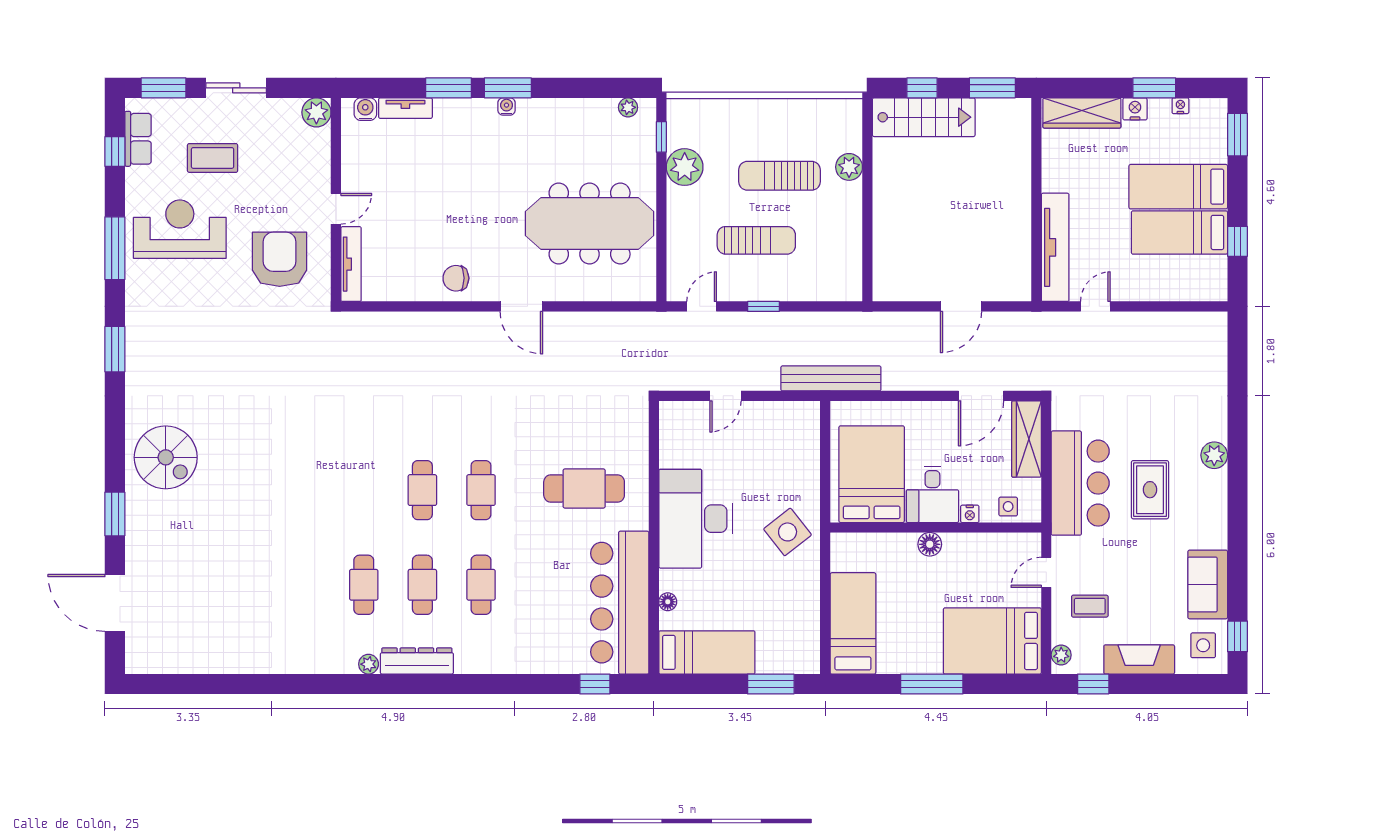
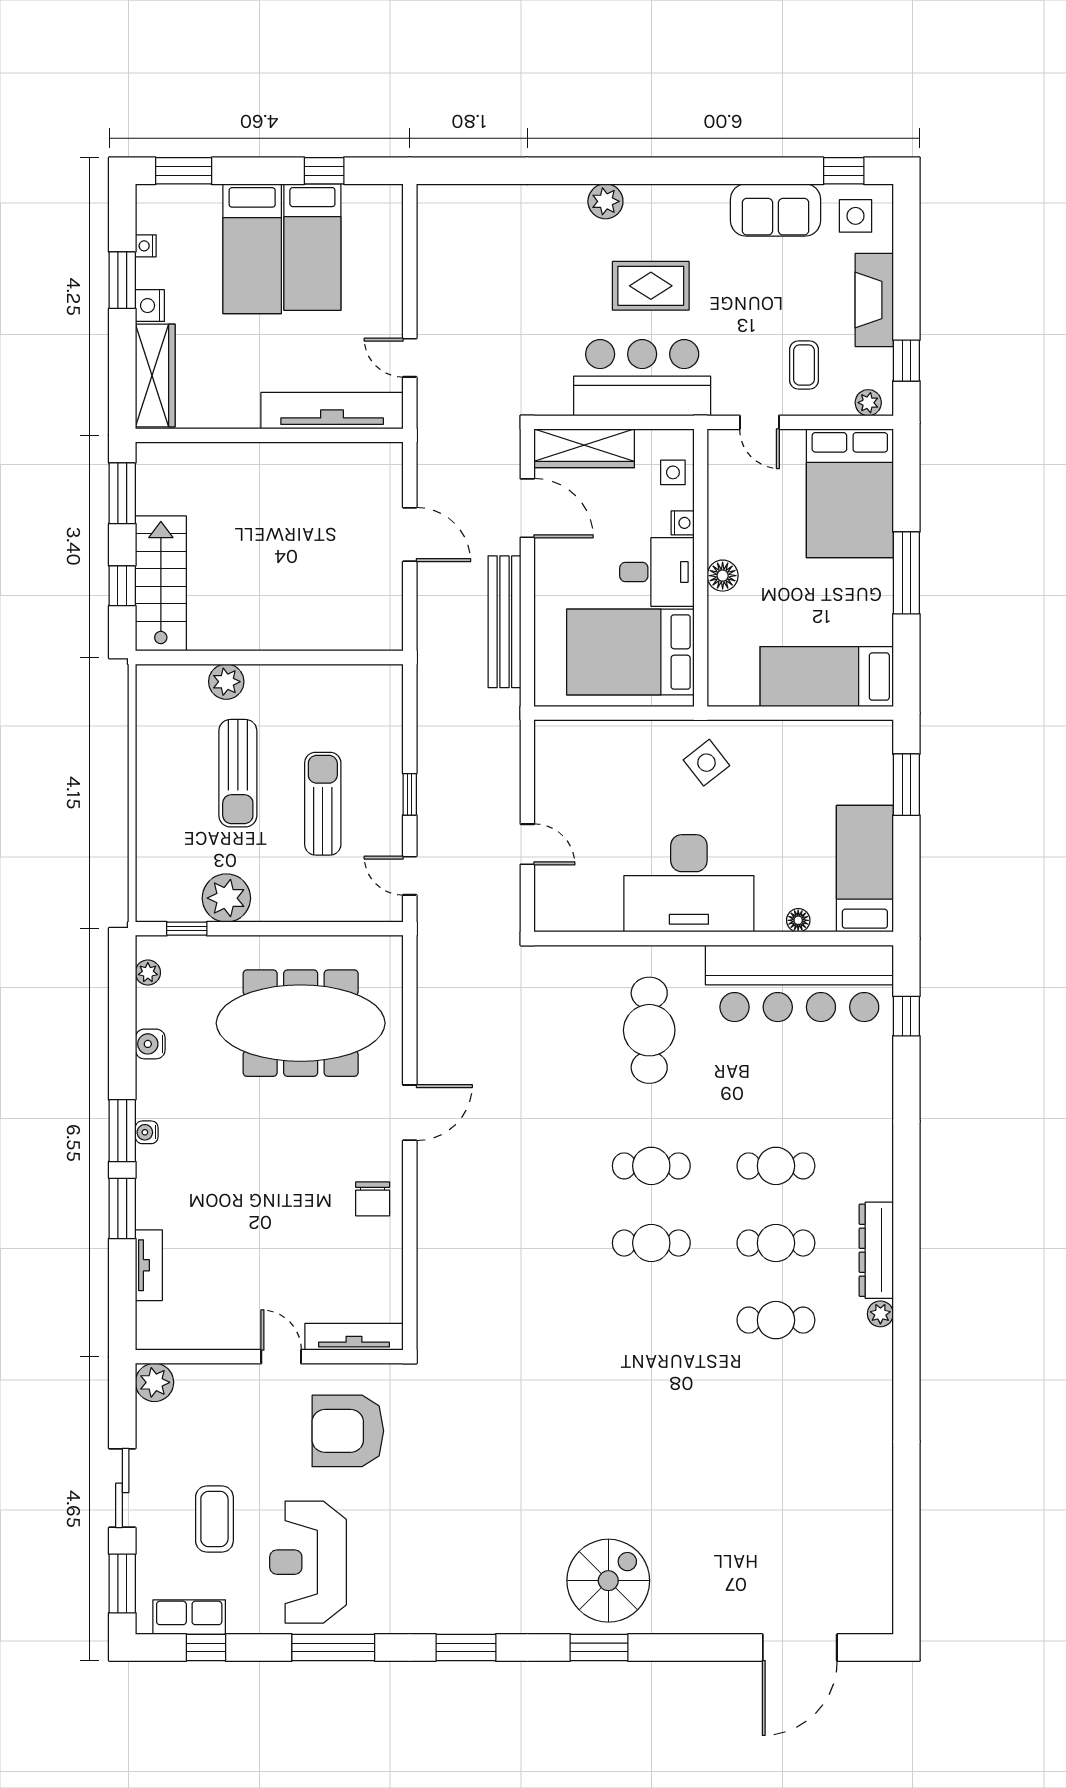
water cooler: (365, 109) -> (150, 1044), moved
meeting table: (590, 223) -> (301, 1023), turned 90
bench: (831, 378) -> (504, 622), moved
window: (115, 514) -> (599, 1647), moved
side table: (788, 532) -> (706, 763), width x0.73, depth x0.73

